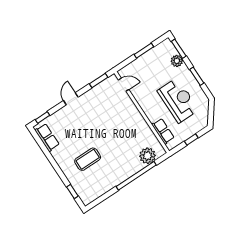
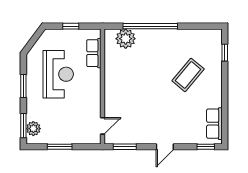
plant: (177, 61) -> (33, 129), moved
door: (124, 85) -> (103, 126), swing flipped
reception desk: (178, 100) -> (58, 74), turned 180
coffee table: (88, 159) -> (188, 75), turned -50

